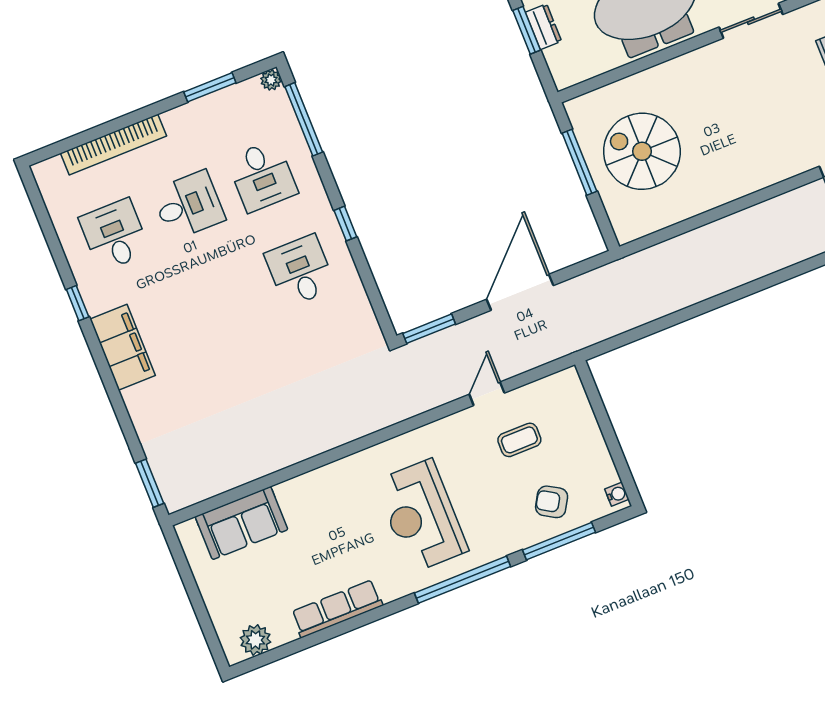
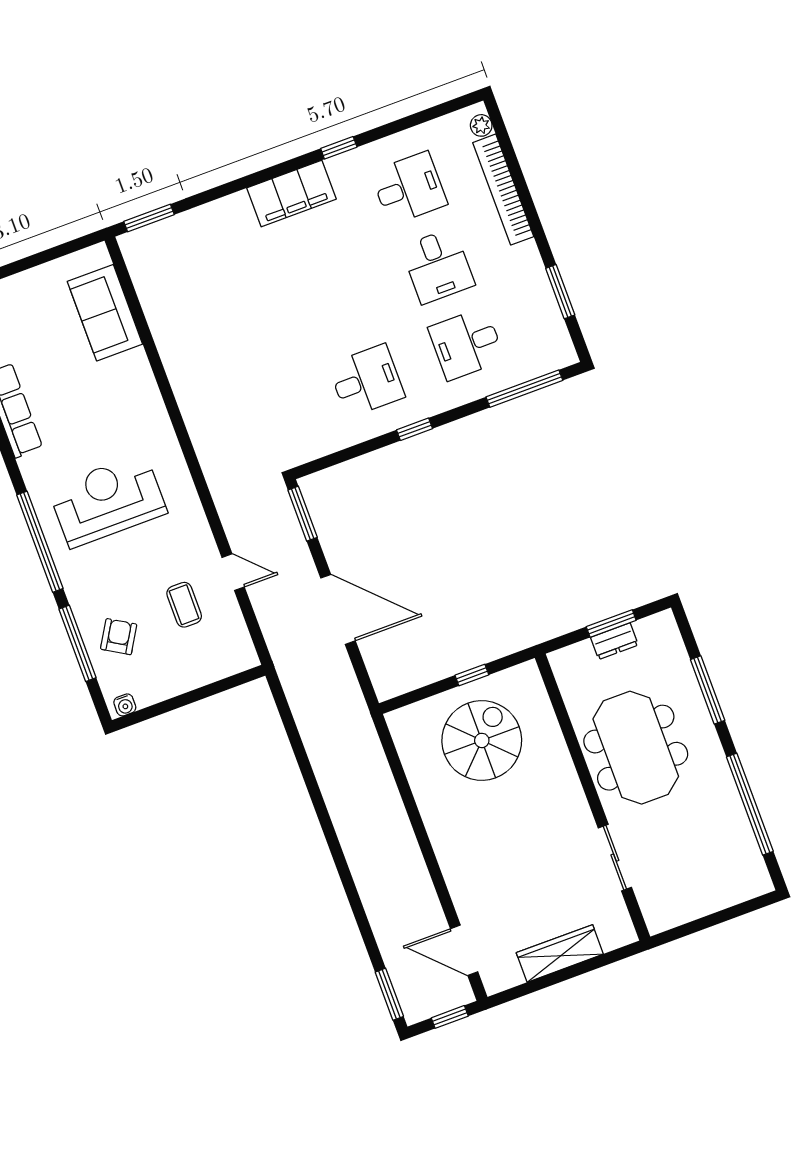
plant: (271, 80) -> (481, 125), moved
window: (579, 162) -> (472, 675), width x0.46

